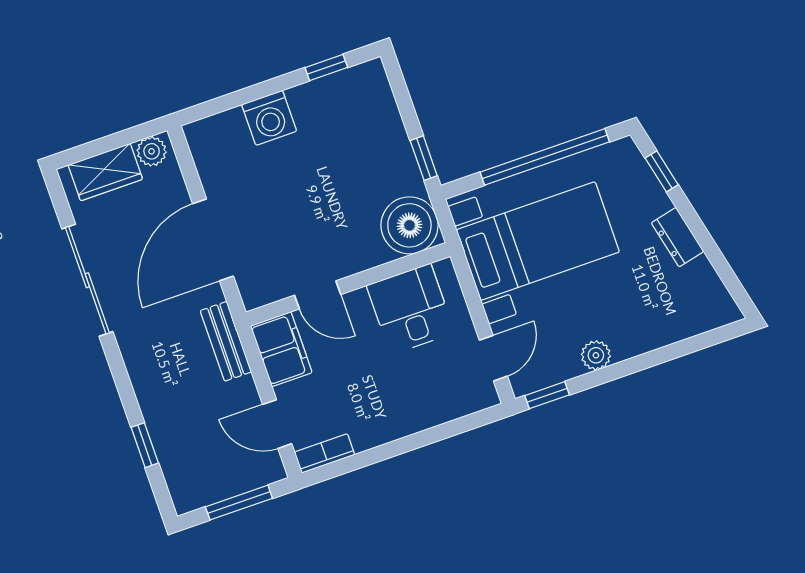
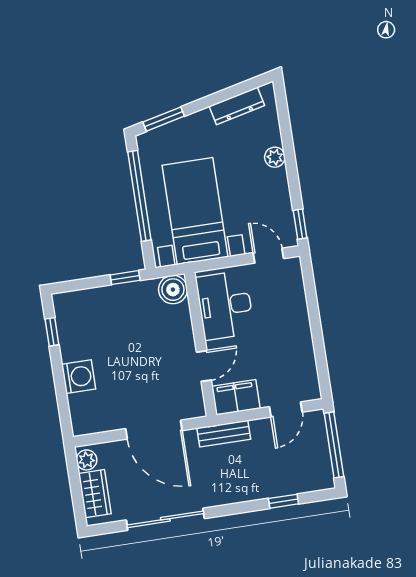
window: (662, 171) -> (164, 119), width x1.50
boiler: (409, 225) -> (173, 290), width x0.73, depth x0.73
dresser: (677, 237) -> (237, 106), moved, width x1.44
desk: (411, 309) -> (225, 305), width x1.37
plant: (596, 355) -> (275, 157), moved
bookcase: (325, 453) -> (312, 381), removed
window: (239, 503) -> (334, 445), width x1.44

